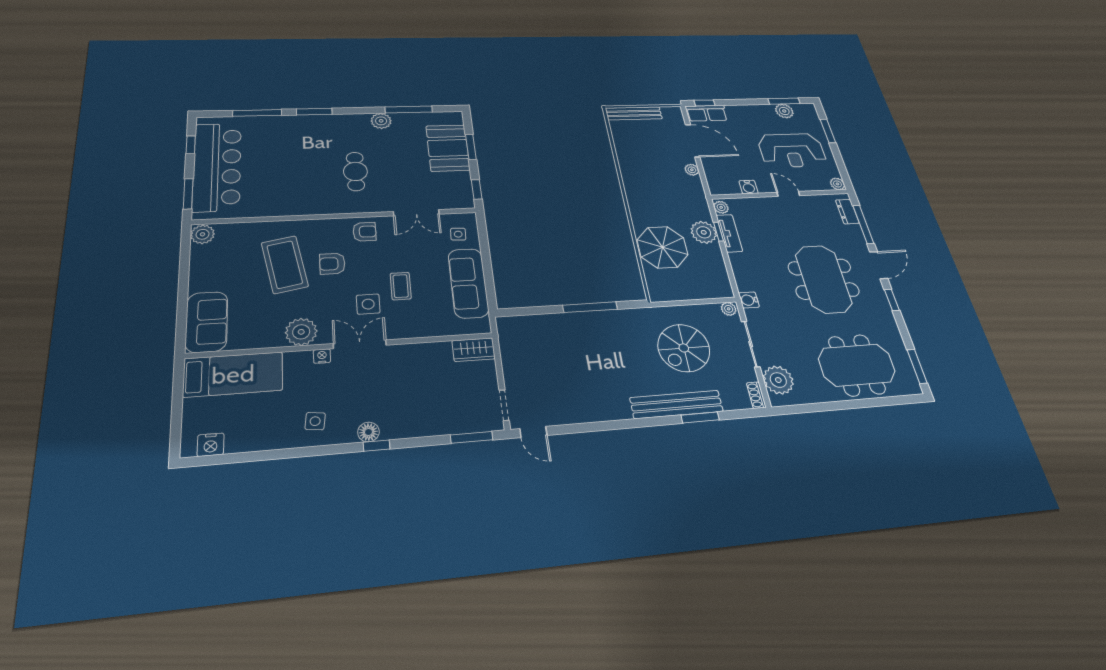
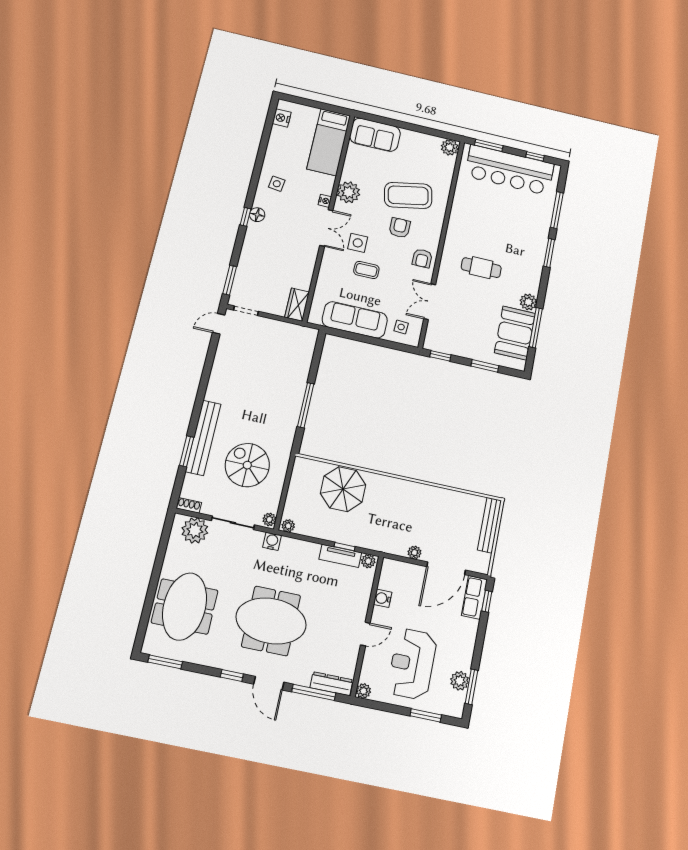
booth: (448, 148) -> (515, 333), moved, turned 90
dresser: (847, 212) -> (331, 684), width x1.44
plant: (704, 232) -> (288, 526), moved, width x0.53, depth x0.53

